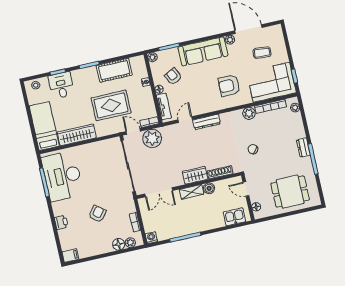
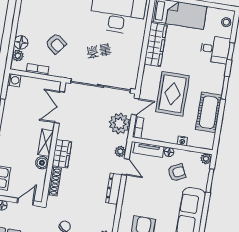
plant: (174, 129) -> (120, 151), added
armchair: (97, 214) -> (56, 44), moved

